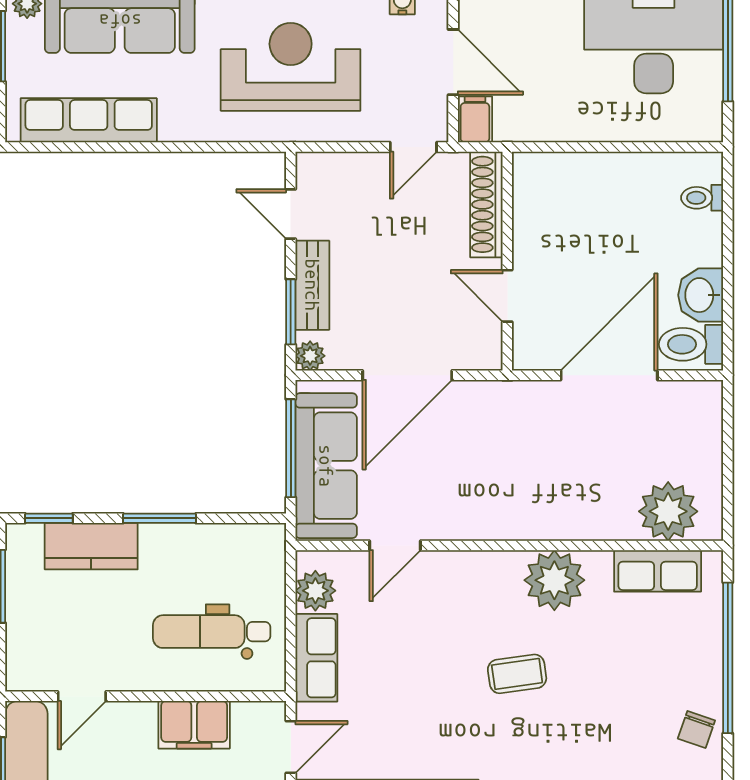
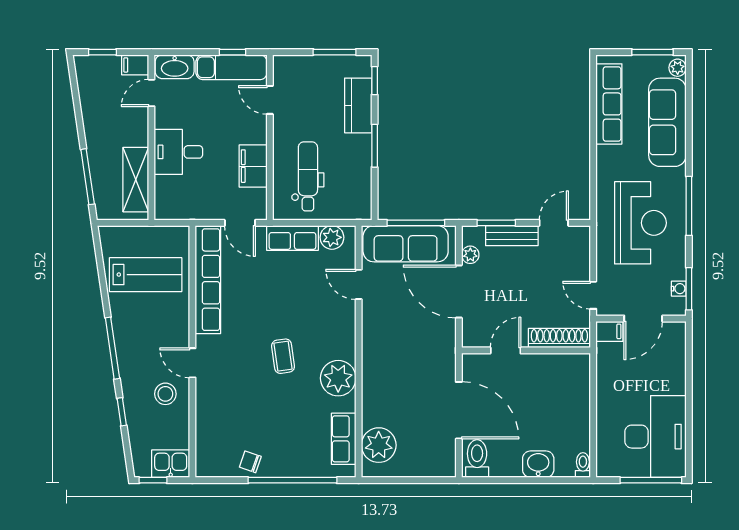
toilet: (702, 198) -> (583, 465), moved
washbasin: (701, 295) -> (538, 464), moved
plant: (310, 356) -> (470, 255), moved

